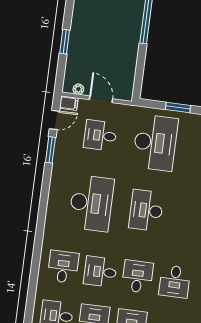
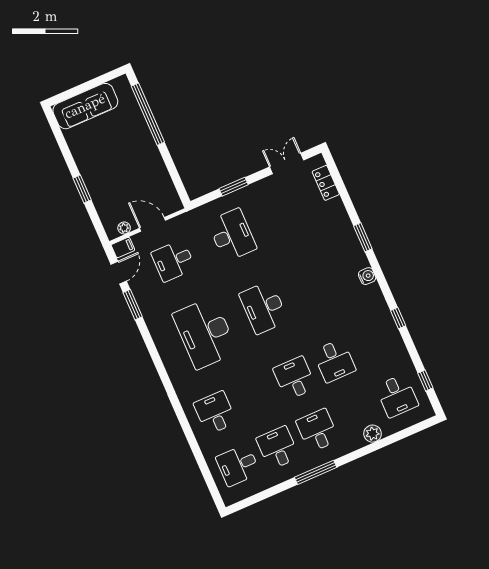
desk: (155, 143) -> (232, 235), width x0.73, depth x0.77
desk: (91, 203) -> (205, 333), turned 180
desk: (100, 272) -> (255, 396), removed

